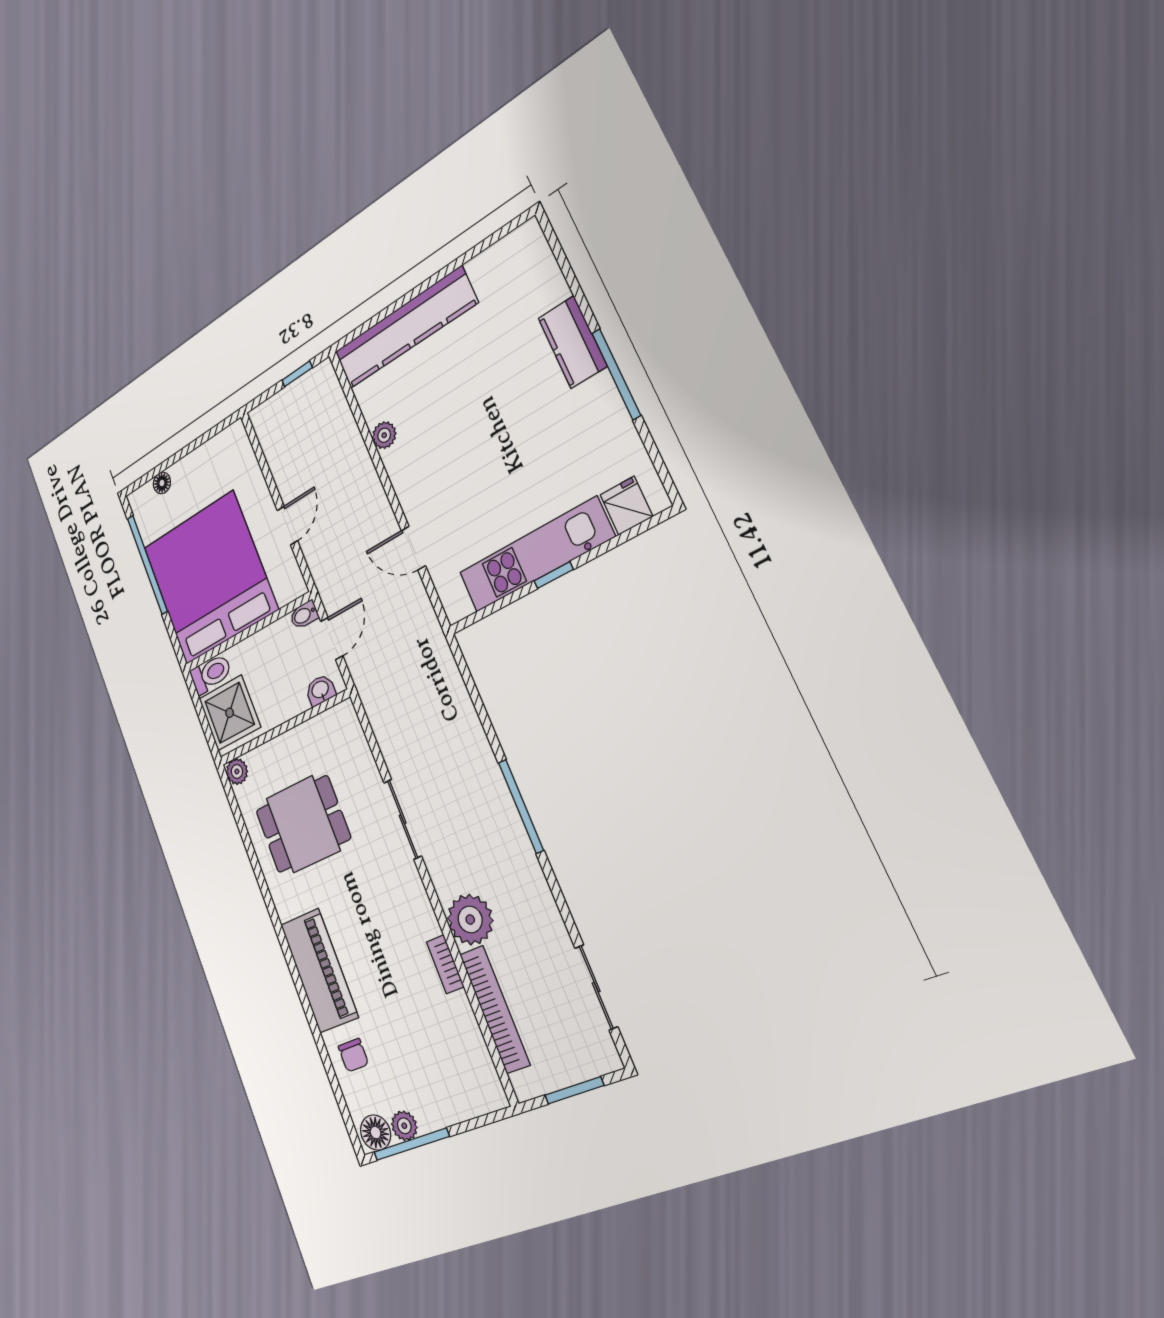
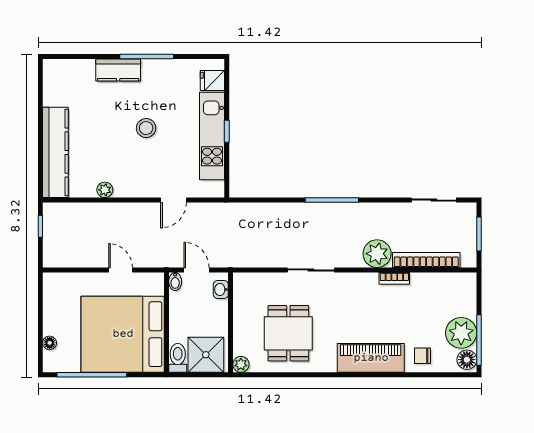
stool: (501, 442) -> (146, 128), added
chair: (353, 1055) -> (423, 356), turned 180
plant: (404, 1126) -> (461, 333), width x1.88, depth x1.88

